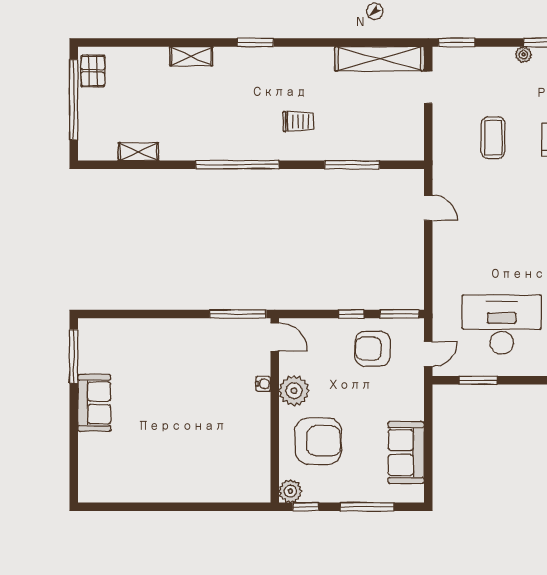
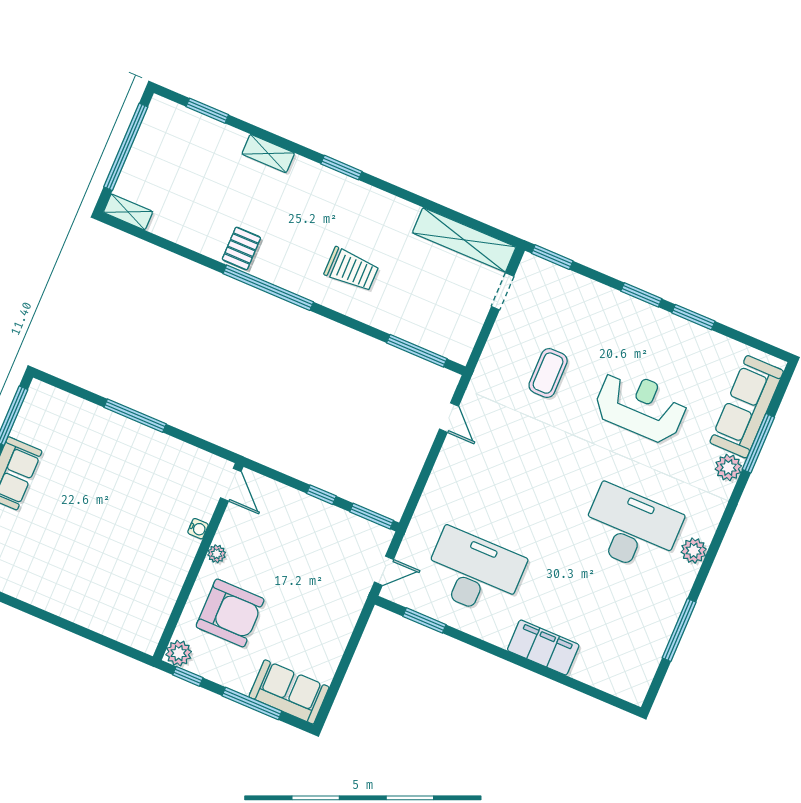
window: (127, 42) -> (207, 111), added
plant: (523, 55) -> (617, 299), removed
pallet: (93, 71) -> (241, 248), moved
trolley: (298, 121) -> (351, 270), width x1.36, depth x1.39
shelving: (138, 152) -> (128, 212), moved
window: (352, 165) -> (417, 351), moved
window: (238, 314) -> (135, 416), moved
armchair: (373, 349) -> (328, 540), removed
plant: (294, 391) -> (217, 554), width x0.53, depth x0.53
sofa: (406, 453) -> (289, 692), moved, turned 90

